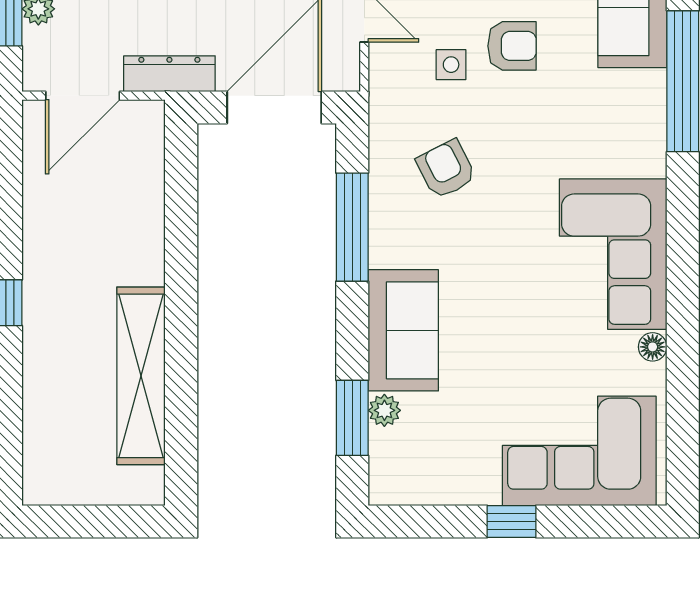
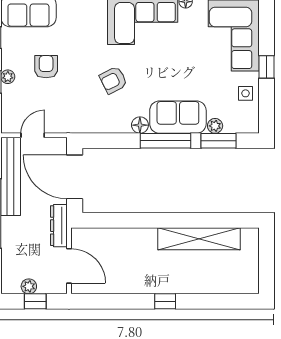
side table: (451, 65) -> (245, 93), moved
armchair: (446, 169) -> (113, 80), moved
window: (352, 227) -> (165, 141), moved
floor lamp: (386, 248) -> (140, 125), added

